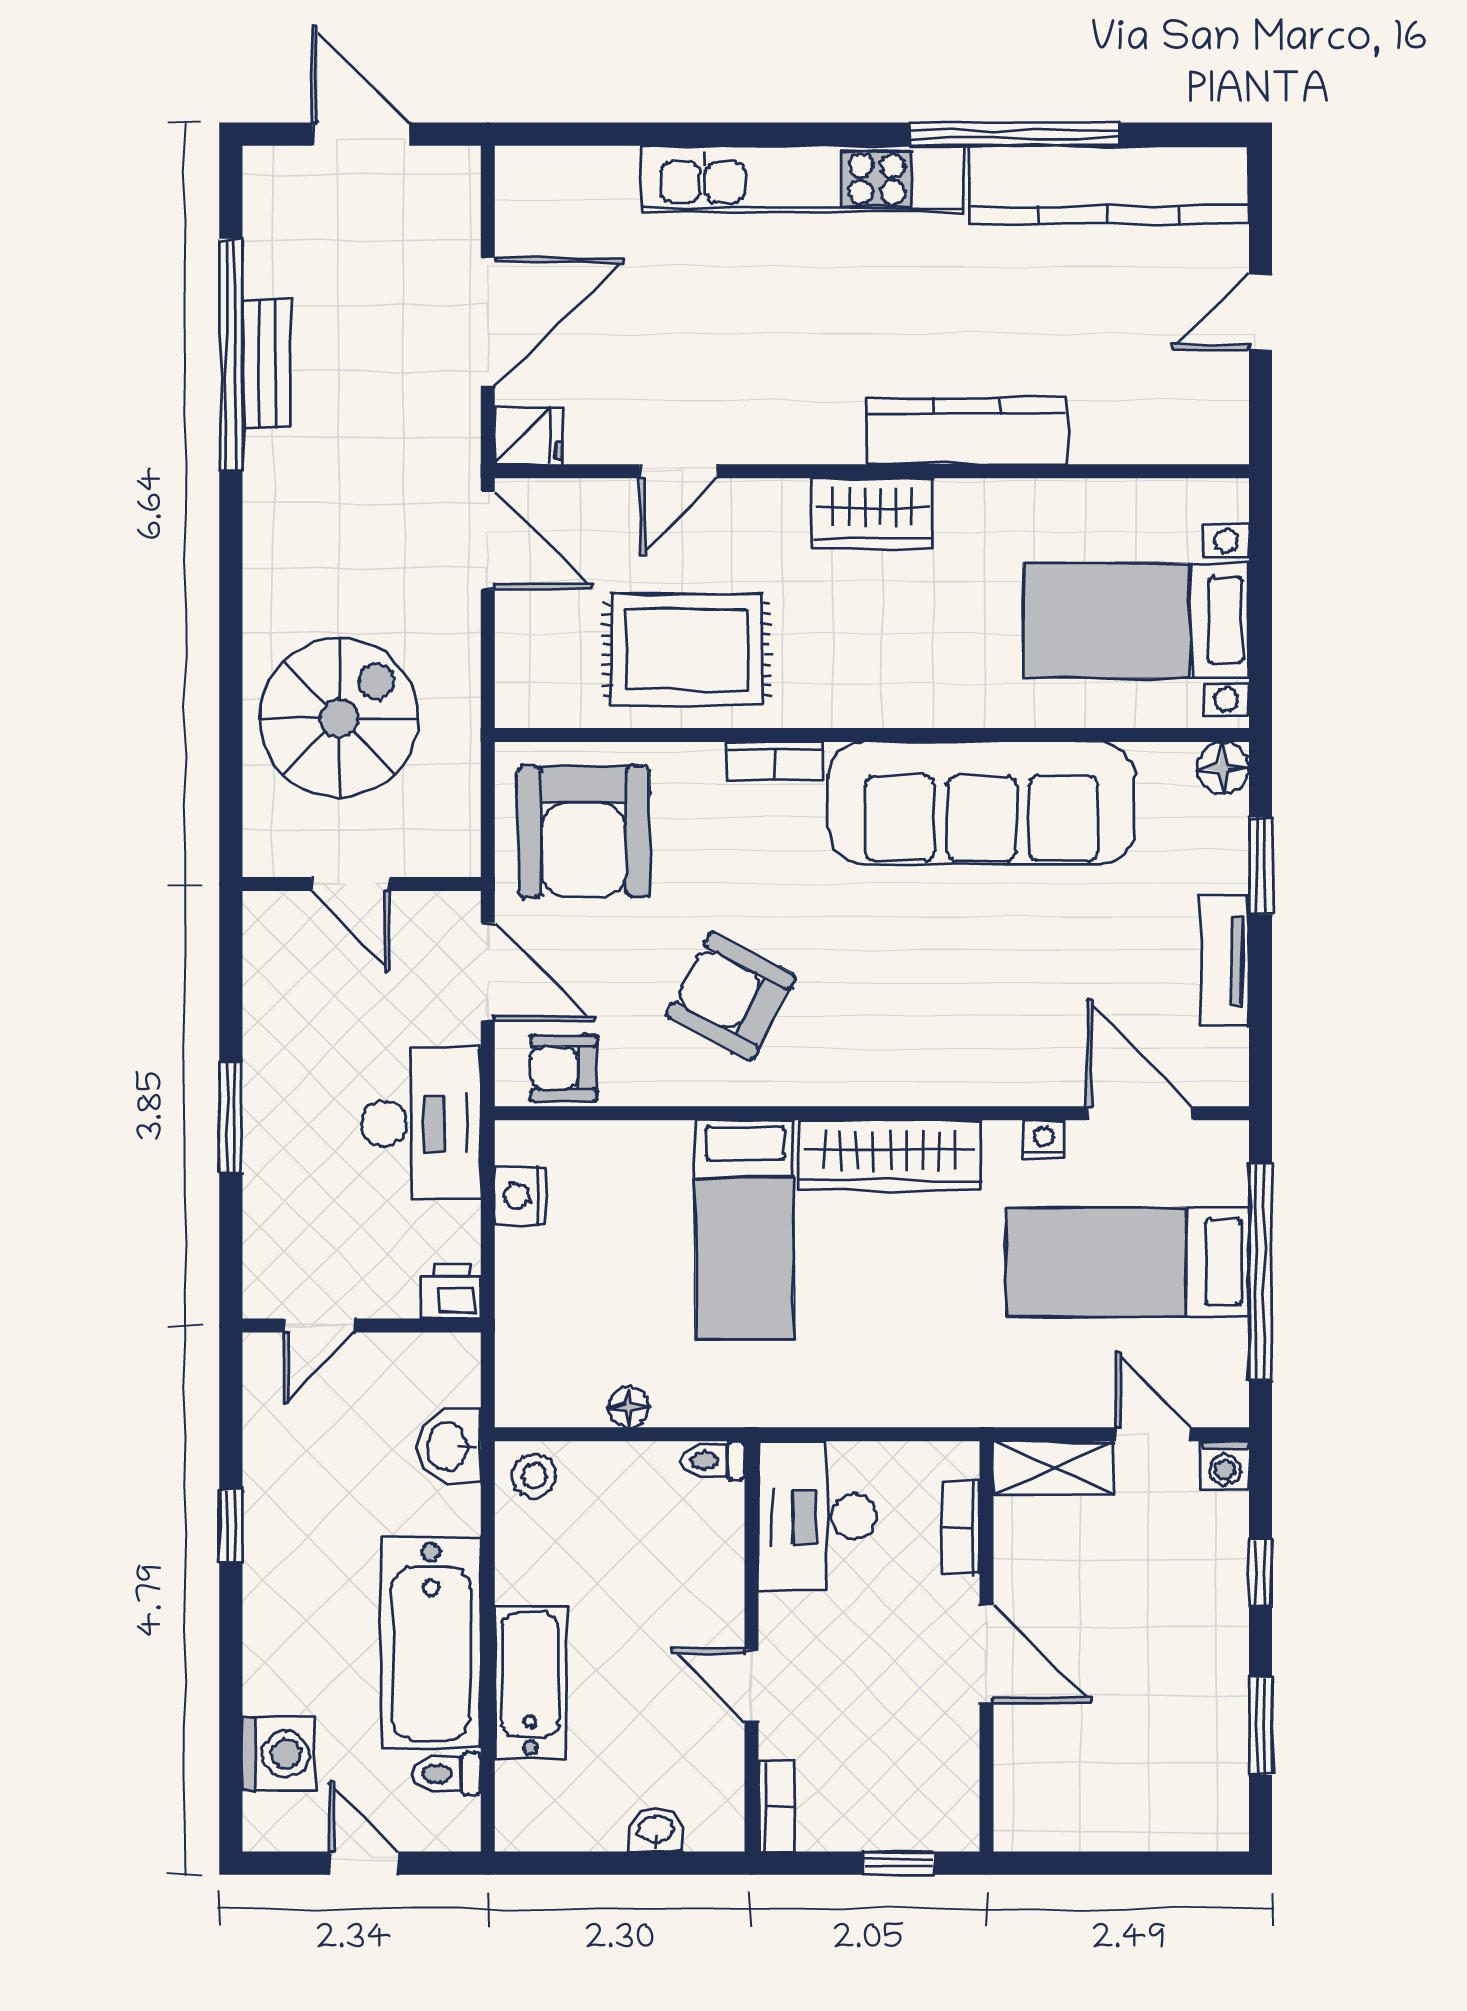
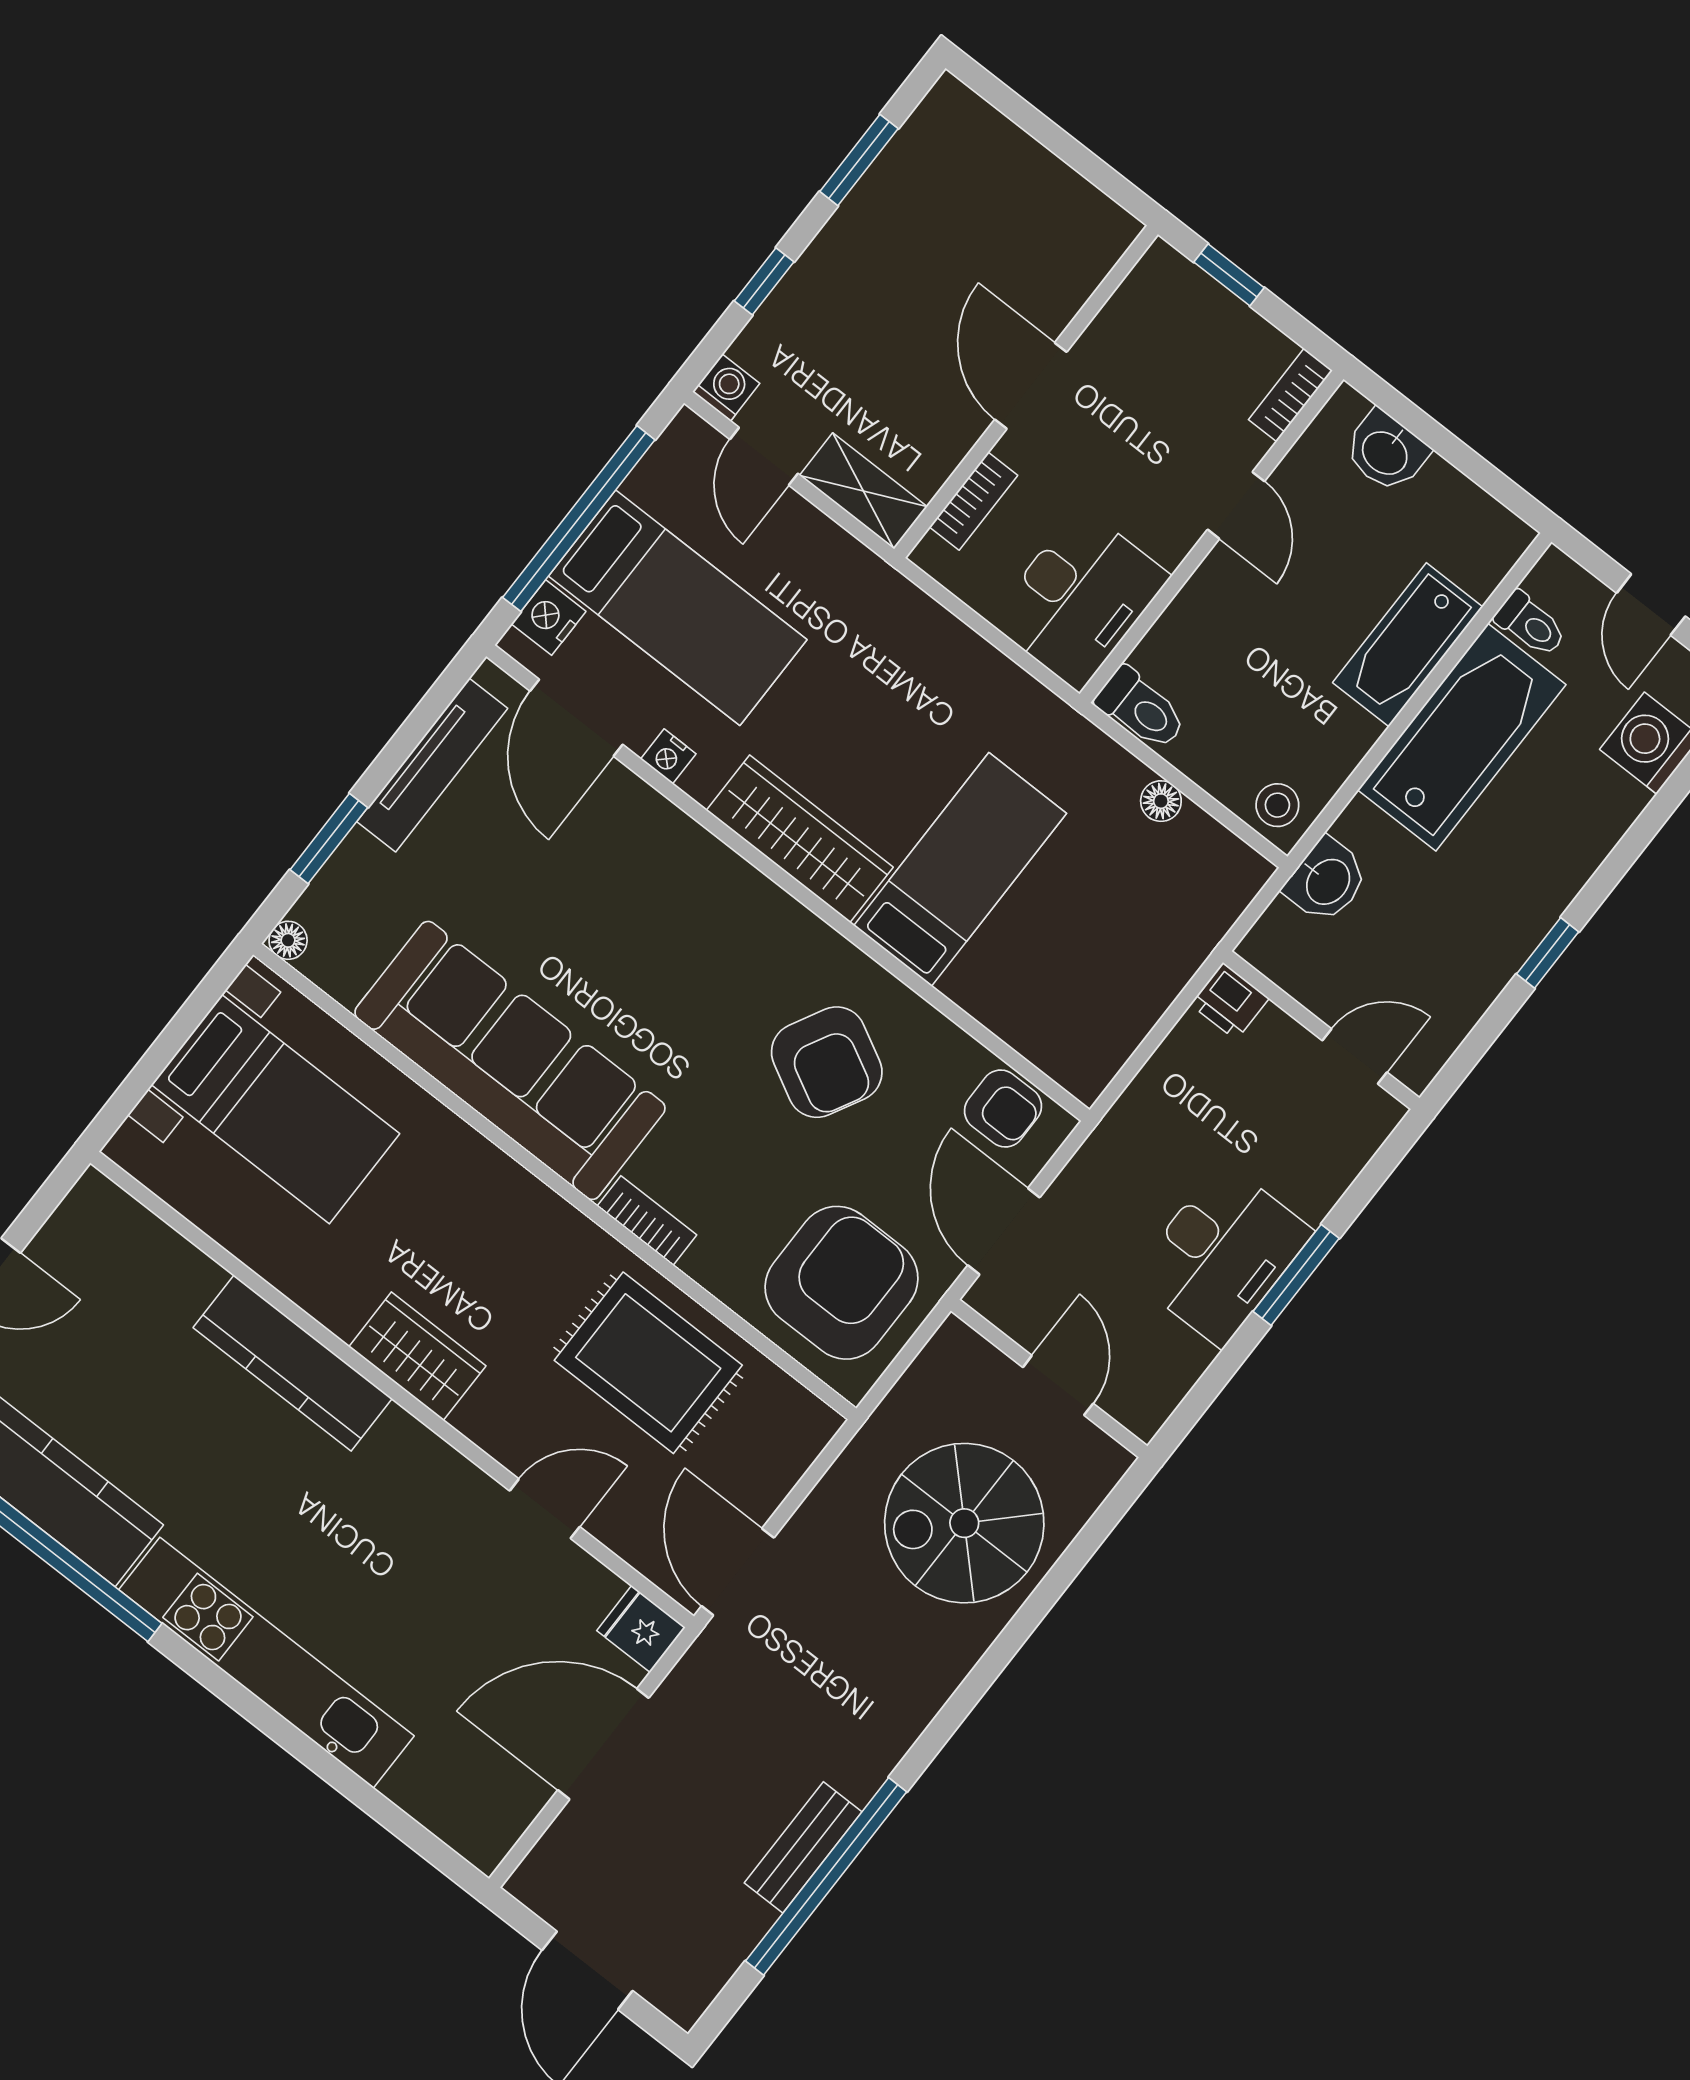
floor lamp: (1223, 768) -> (288, 940), width x0.73, depth x0.73
tv unit: (1224, 961) -> (432, 765), width x1.41
desk: (421, 1123) -> (1222, 1254), moved, turned 180
nightstand: (520, 1196) -> (549, 618), moved, turned 180
toilet: (713, 1461) -> (1141, 709), width x1.37, depth x1.39
washbasin: (656, 1830) -> (1386, 452), width x1.38, depth x1.45

